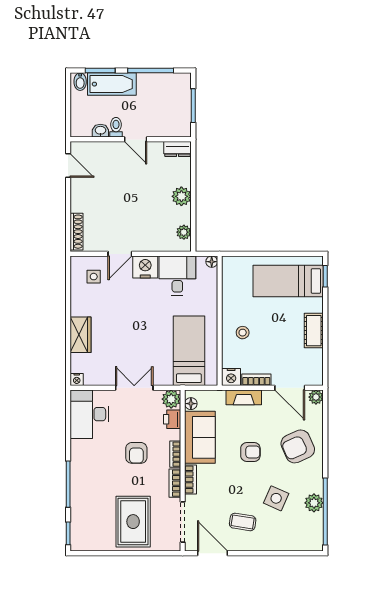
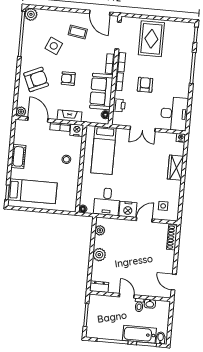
plant: (171, 399) -> (118, 119), removed
plant: (314, 503) -> (31, 14), moved

